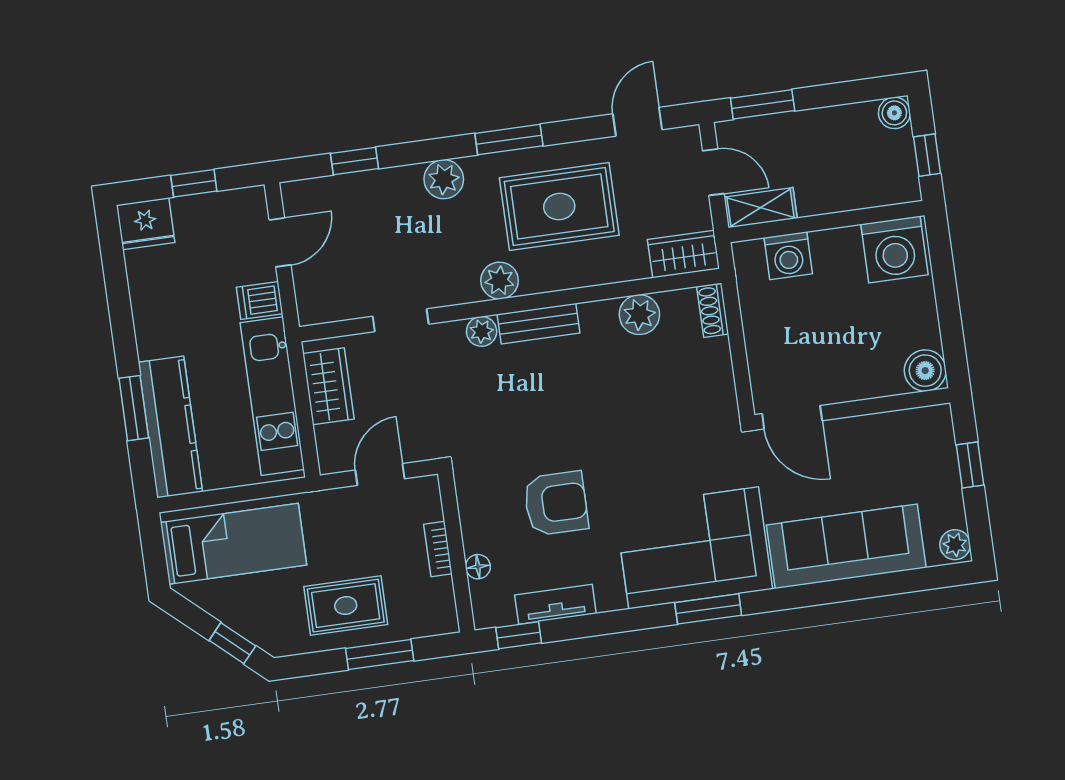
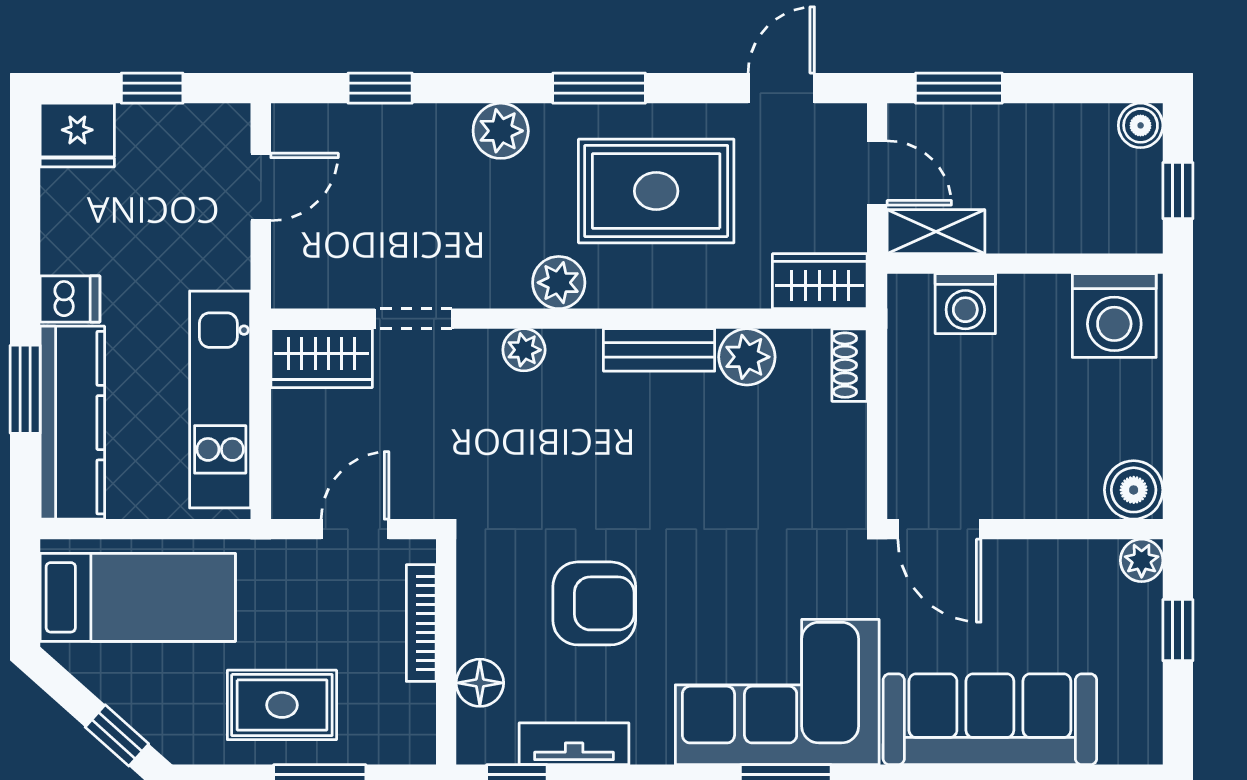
dishwasher: (260, 301) -> (70, 299), moved, turned 180
bench: (538, 324) -> (659, 350), moved
wardrobe: (328, 386) -> (322, 358), moved, turned 90
plant: (955, 545) -> (1142, 560), moved
bookcase: (438, 549) -> (421, 623), width x1.56
floor lamp: (478, 567) -> (480, 683), width x1.37, depth x1.37

